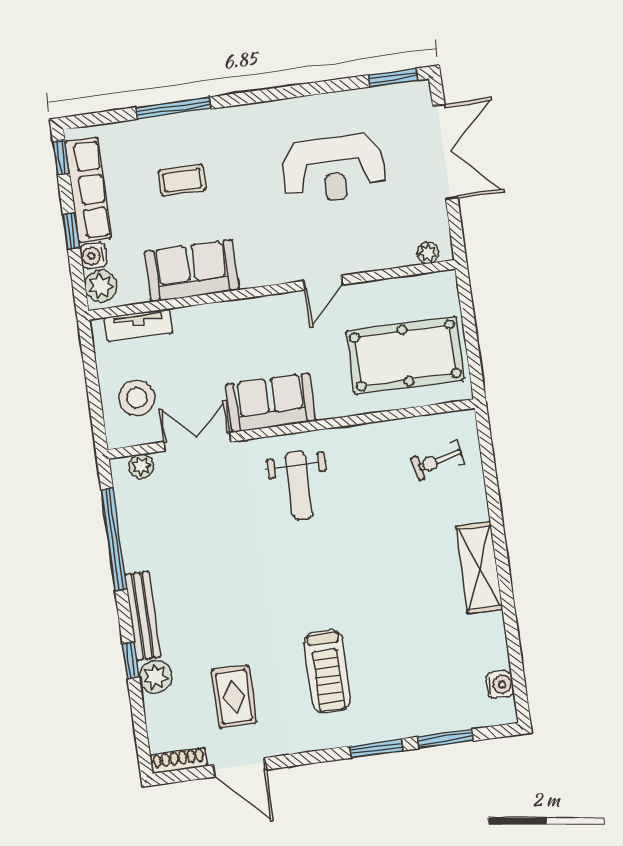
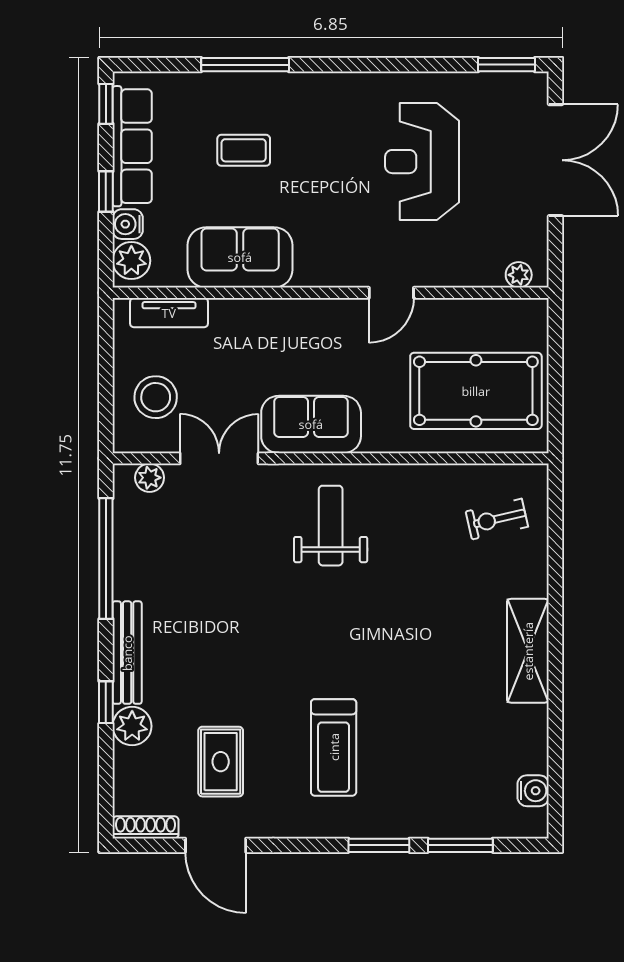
reception desk: (333, 169) -> (422, 162), turned 90
weight bench: (299, 485) -> (331, 526), turned 180

